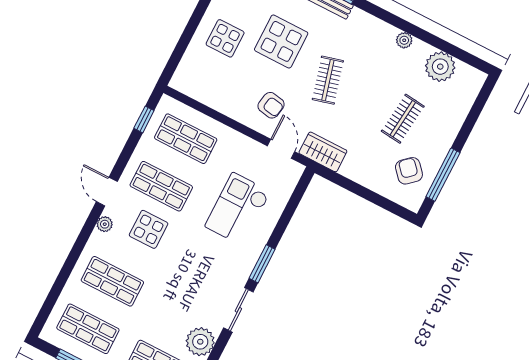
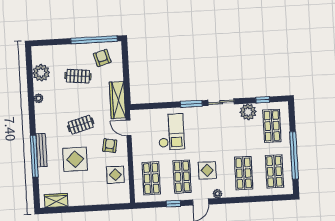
display table: (225, 38) -> (115, 175), moved
window: (144, 119) -> (173, 204), moved
door: (281, 149) -> (128, 128), hinge flipped
wardrobe: (323, 152) -> (117, 100), width x1.50
armchair: (409, 171) -> (102, 58), turned 116
window: (443, 175) -> (94, 40), width x1.46
checkout: (238, 209) -> (171, 132), turned -90

